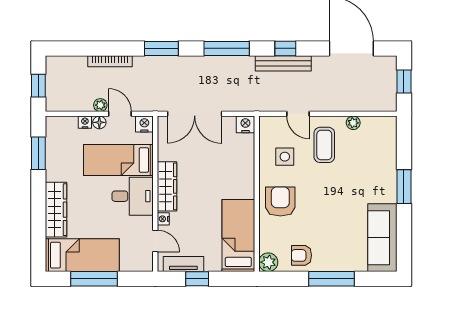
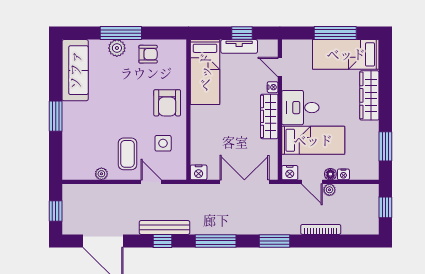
plant: (268, 262) -> (117, 48), moved
tv unit: (183, 264) -> (239, 46), moved

